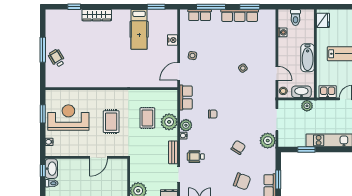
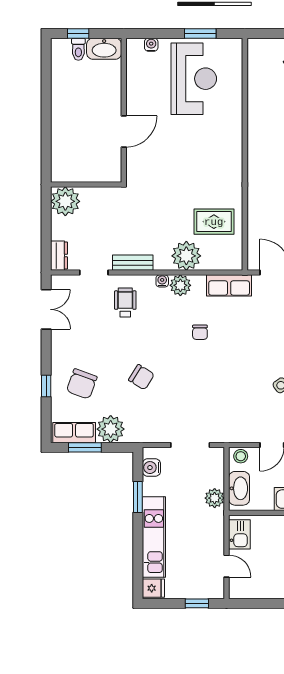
rug: (147, 118) -> (214, 222), moved
rug: (111, 122) -> (187, 154), removed
plant: (268, 141) -> (111, 429), moved
water cooler: (290, 142) -> (151, 468), added
door: (98, 157) -> (124, 131), swing flipped
window: (43, 171) -> (78, 33), moved

